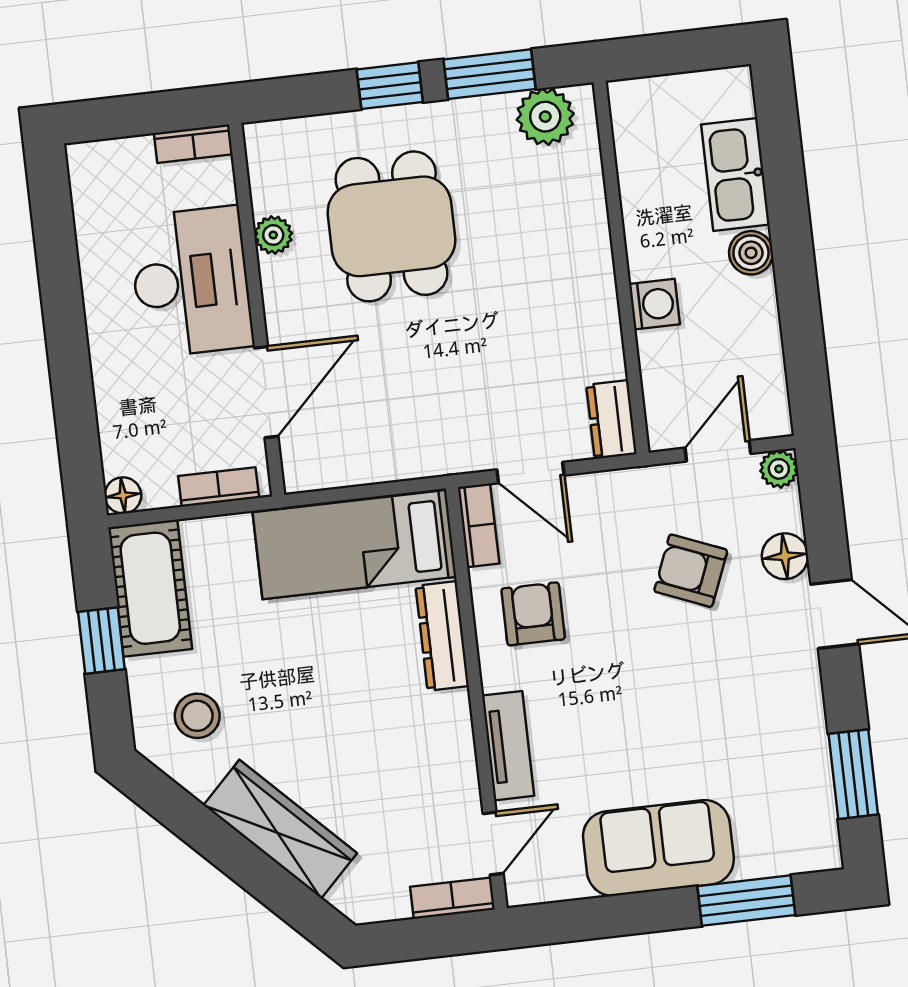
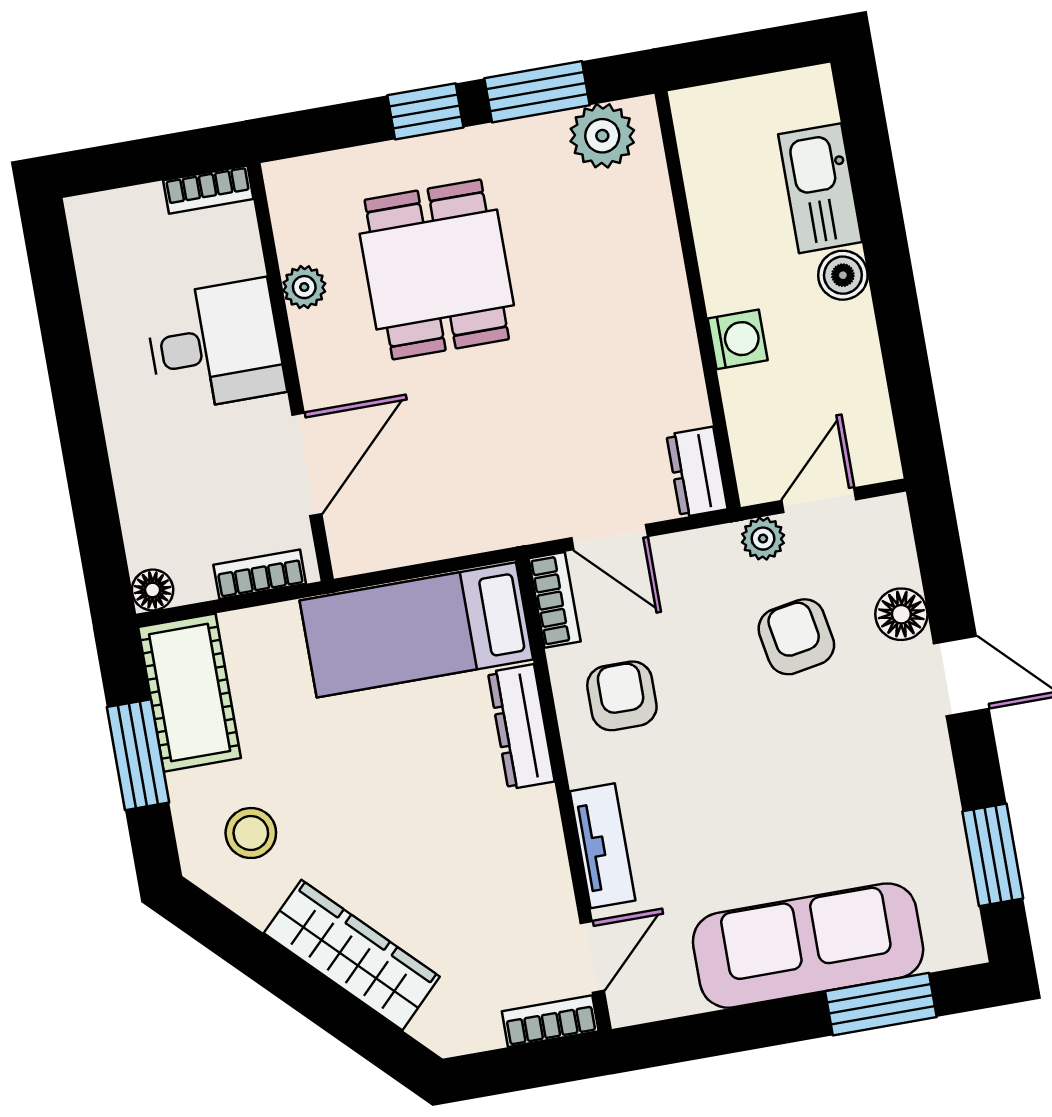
desk: (191, 282) -> (215, 345), width x0.73
plant: (779, 469) -> (763, 539), moved
armchair: (691, 571) -> (796, 637), turned 58
window: (101, 641) -> (138, 755), width x1.50
sofa: (658, 848) -> (808, 946), width x1.36

